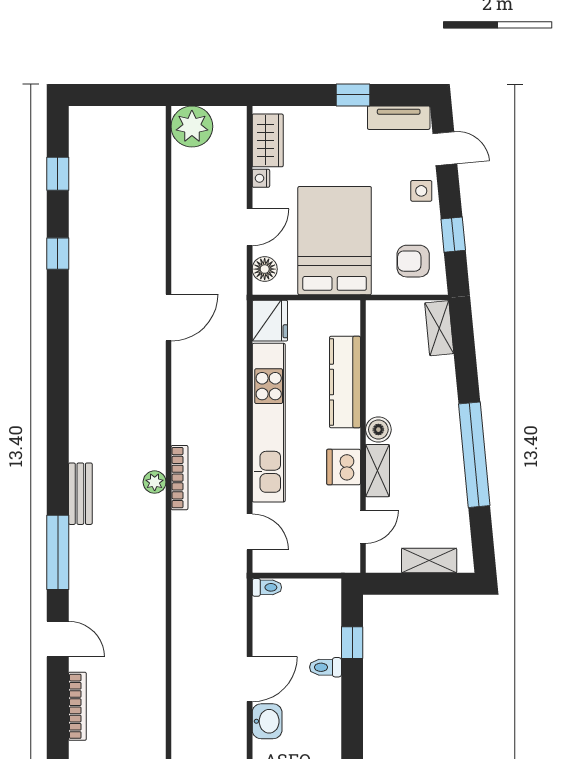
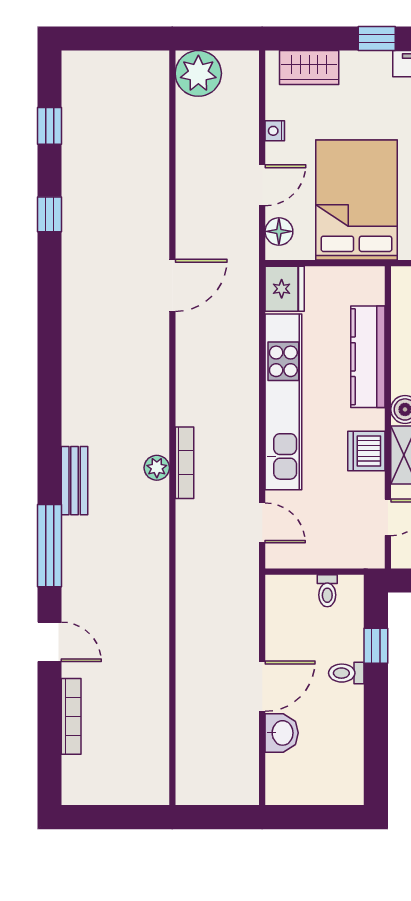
wardrobe: (268, 140) -> (309, 68), moved, turned 90
toilet: (267, 587) -> (327, 591), moved, turned 90

